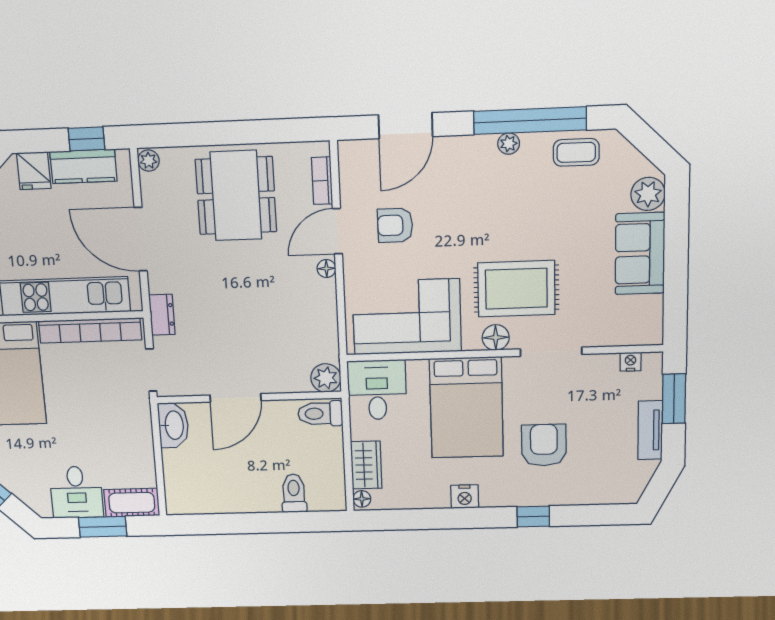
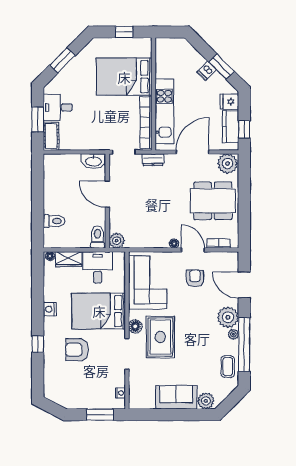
plant: (473, 156) -> (228, 317), added
plant: (148, 161) -> (227, 164), width x1.88, depth x1.88
desk: (377, 390) -> (98, 267), moved, turned -90
tv unit: (650, 430) -> (84, 403), removed
armchair: (544, 445) -> (77, 350), turned 180

